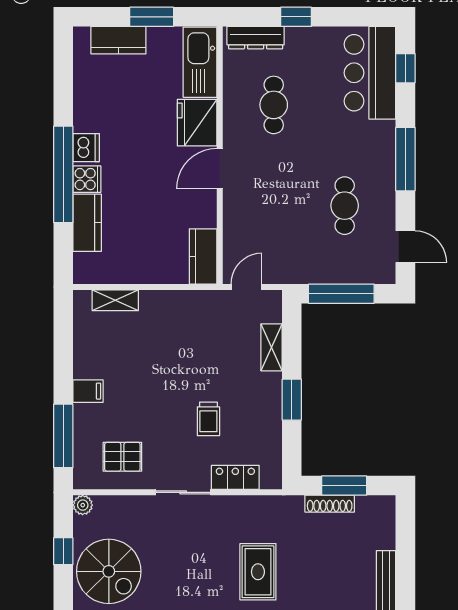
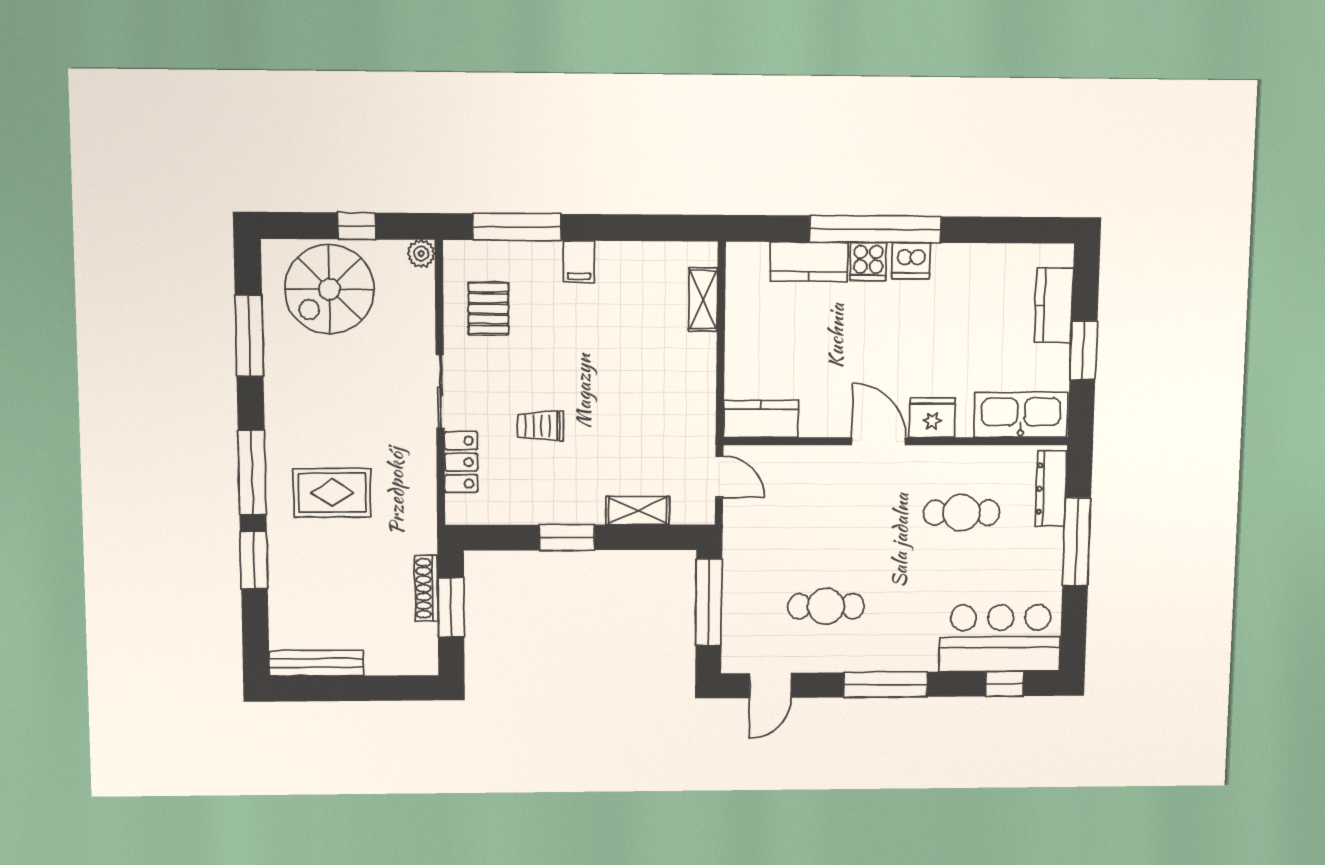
window: (296, 17) -> (1077, 542), width x2.17
fridge: (197, 123) -> (932, 418), width x0.73, depth x0.75

